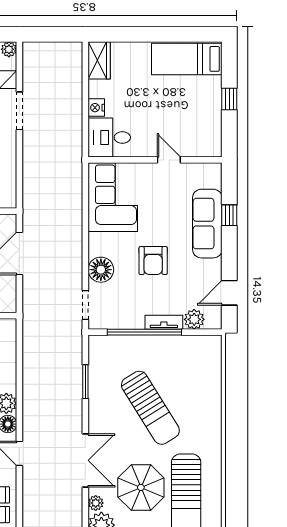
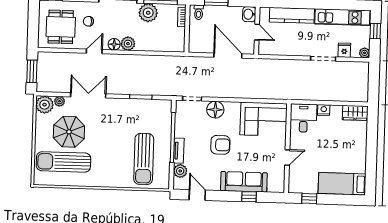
bed: (187, 59) -> (342, 184), moved, turned -90
window: (229, 99) -> (309, 199), moved
armchair: (153, 261) -> (220, 145), turned 180
sun lounger: (150, 408) -> (144, 159), moved, turned -58
double door: (85, 460) -> (88, 95), swing flipped

